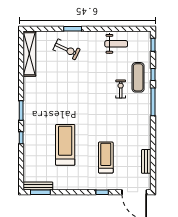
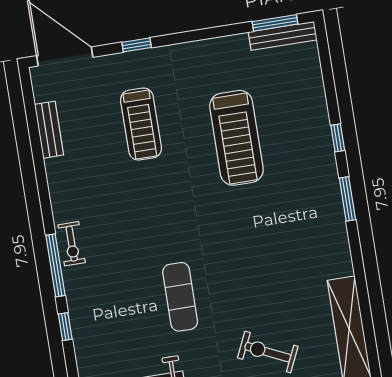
exercise mat: (138, 77) -> (180, 297), moved
exercise bike: (121, 89) -> (72, 244), moved

